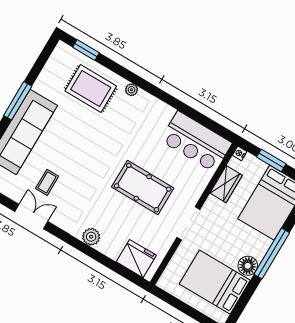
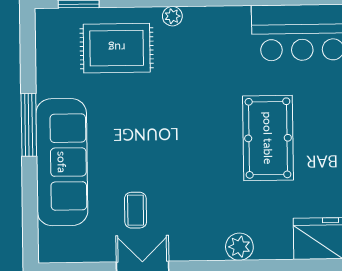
pool table: (143, 188) -> (268, 138), turned 90

